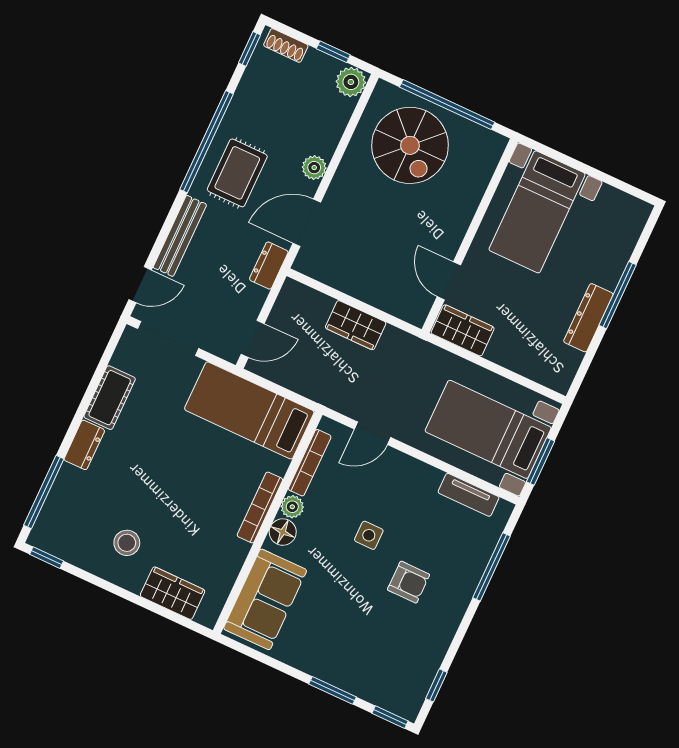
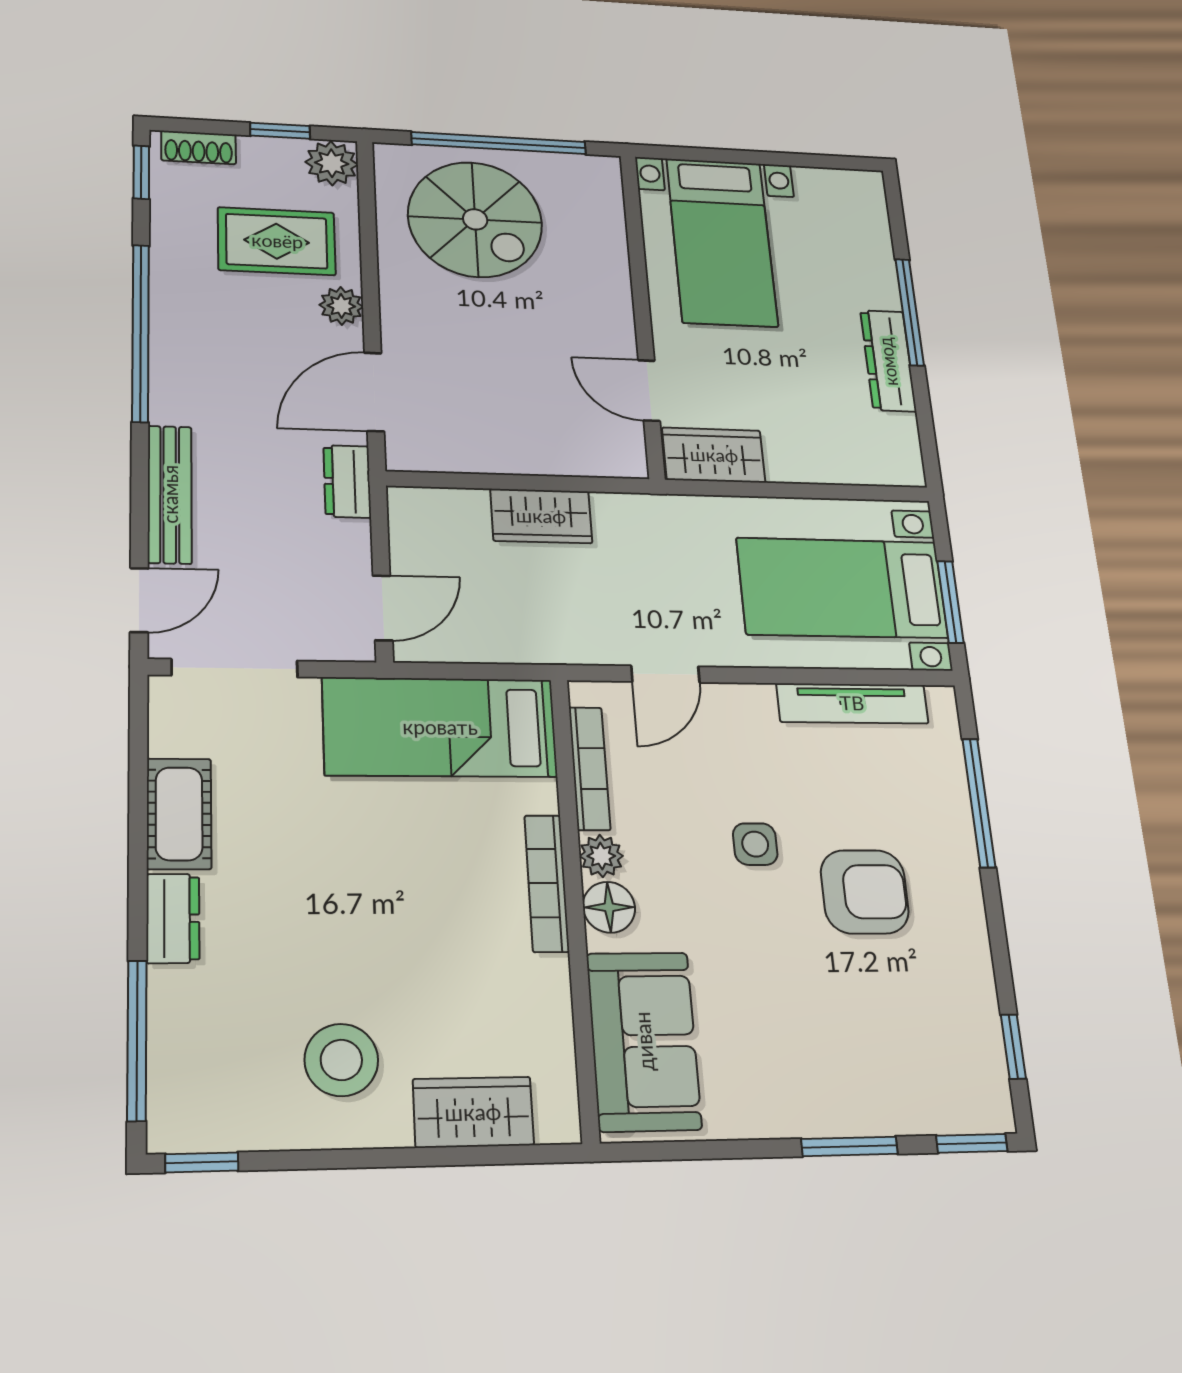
rug: (237, 173) -> (277, 241), moved, turned 90
tv unit: (468, 495) -> (852, 703), width x1.41
stool: (127, 543) -> (341, 1060), width x1.38, depth x1.38
armchair: (409, 582) -> (865, 892), width x1.38, depth x1.38

